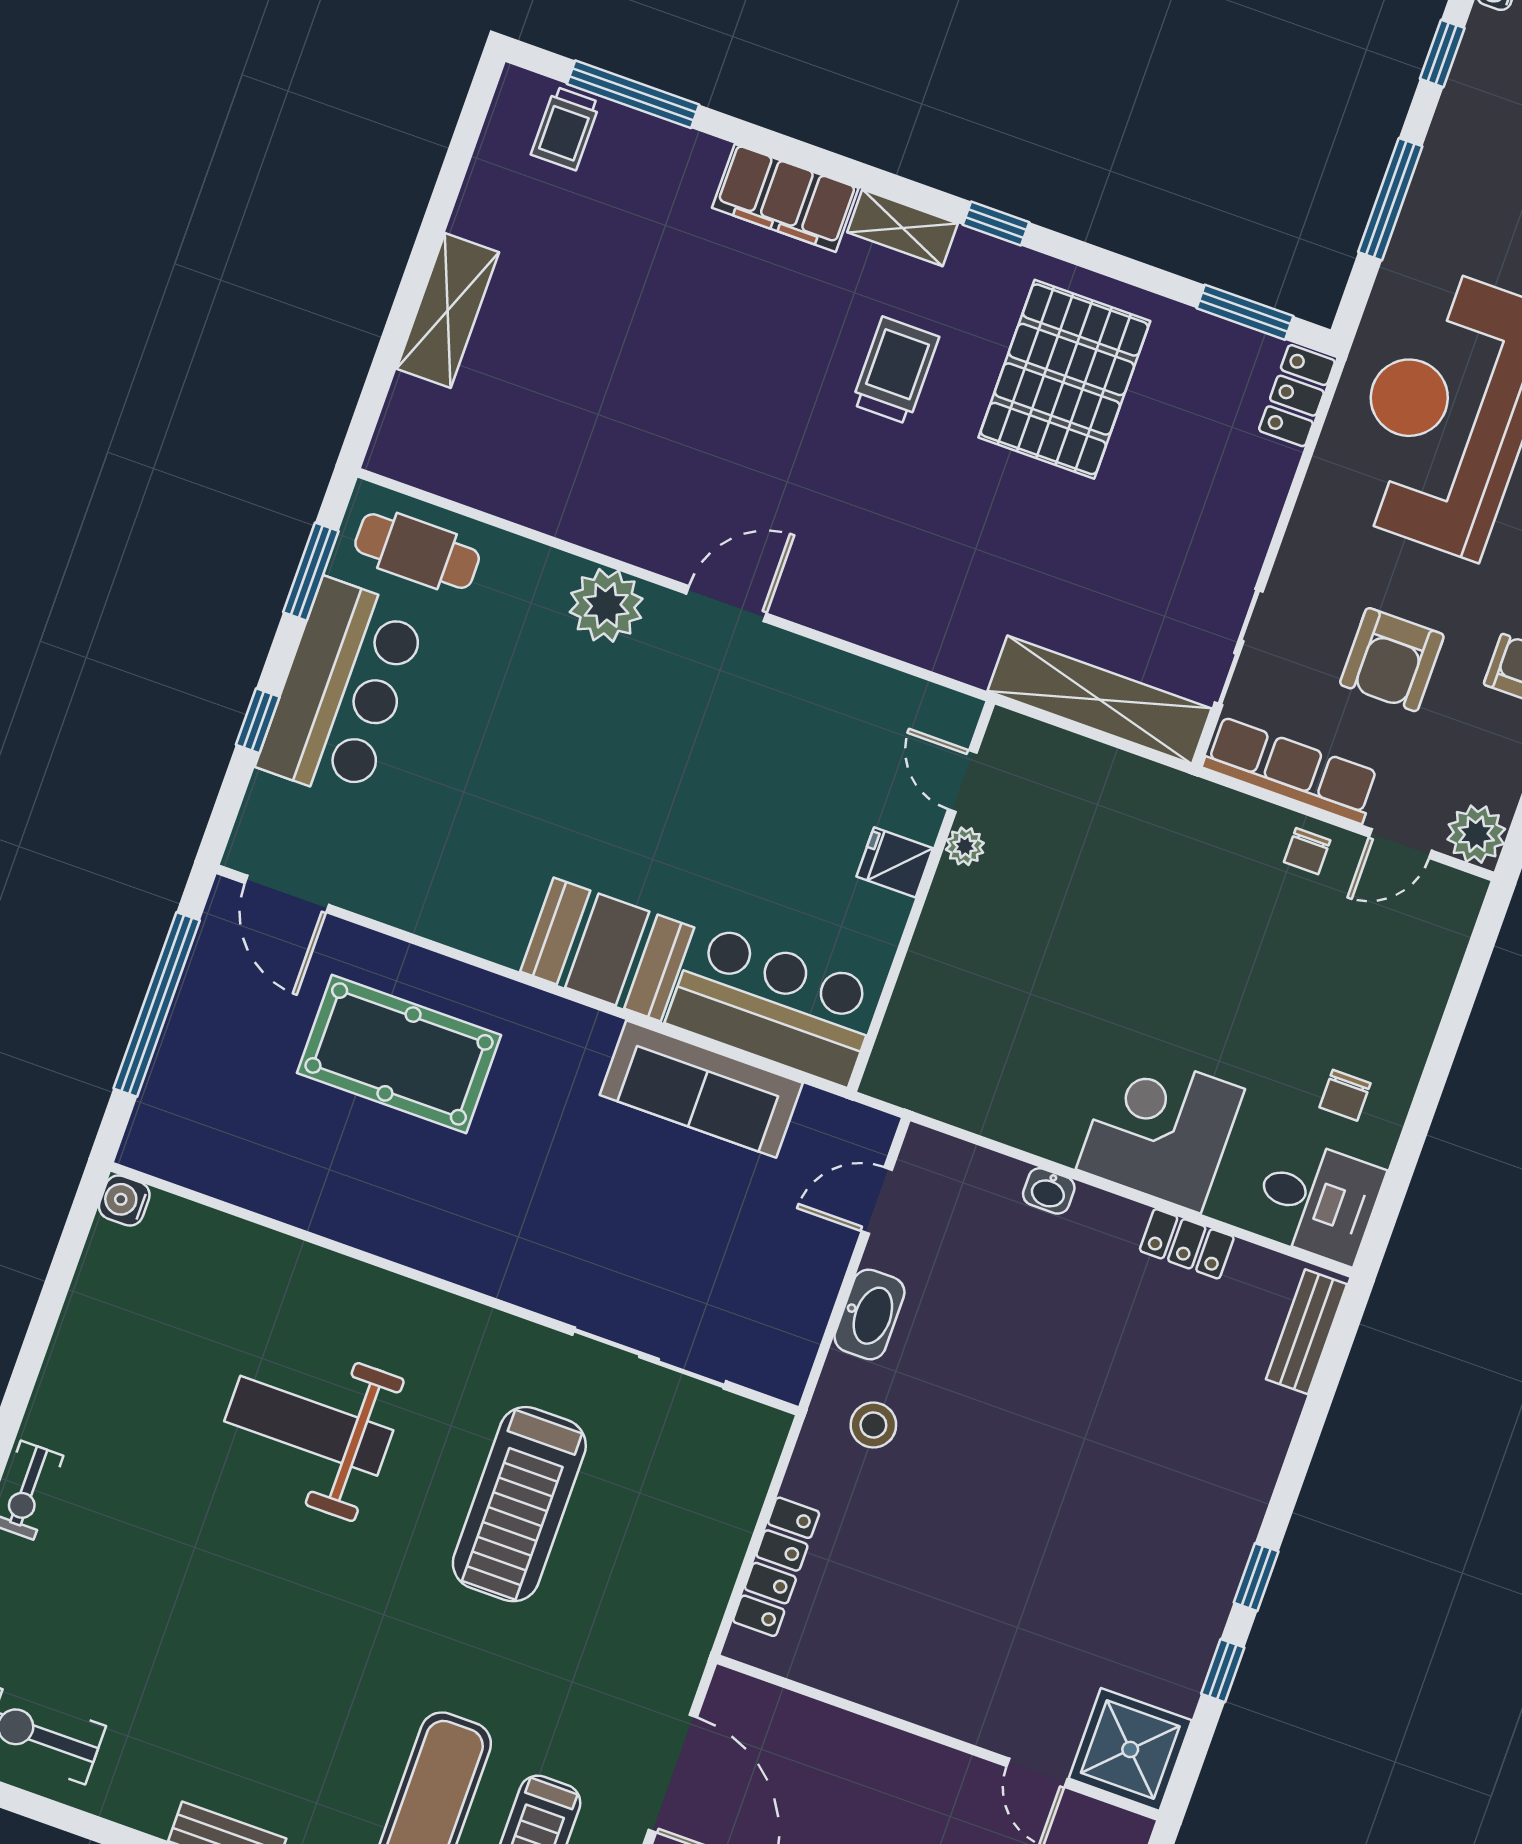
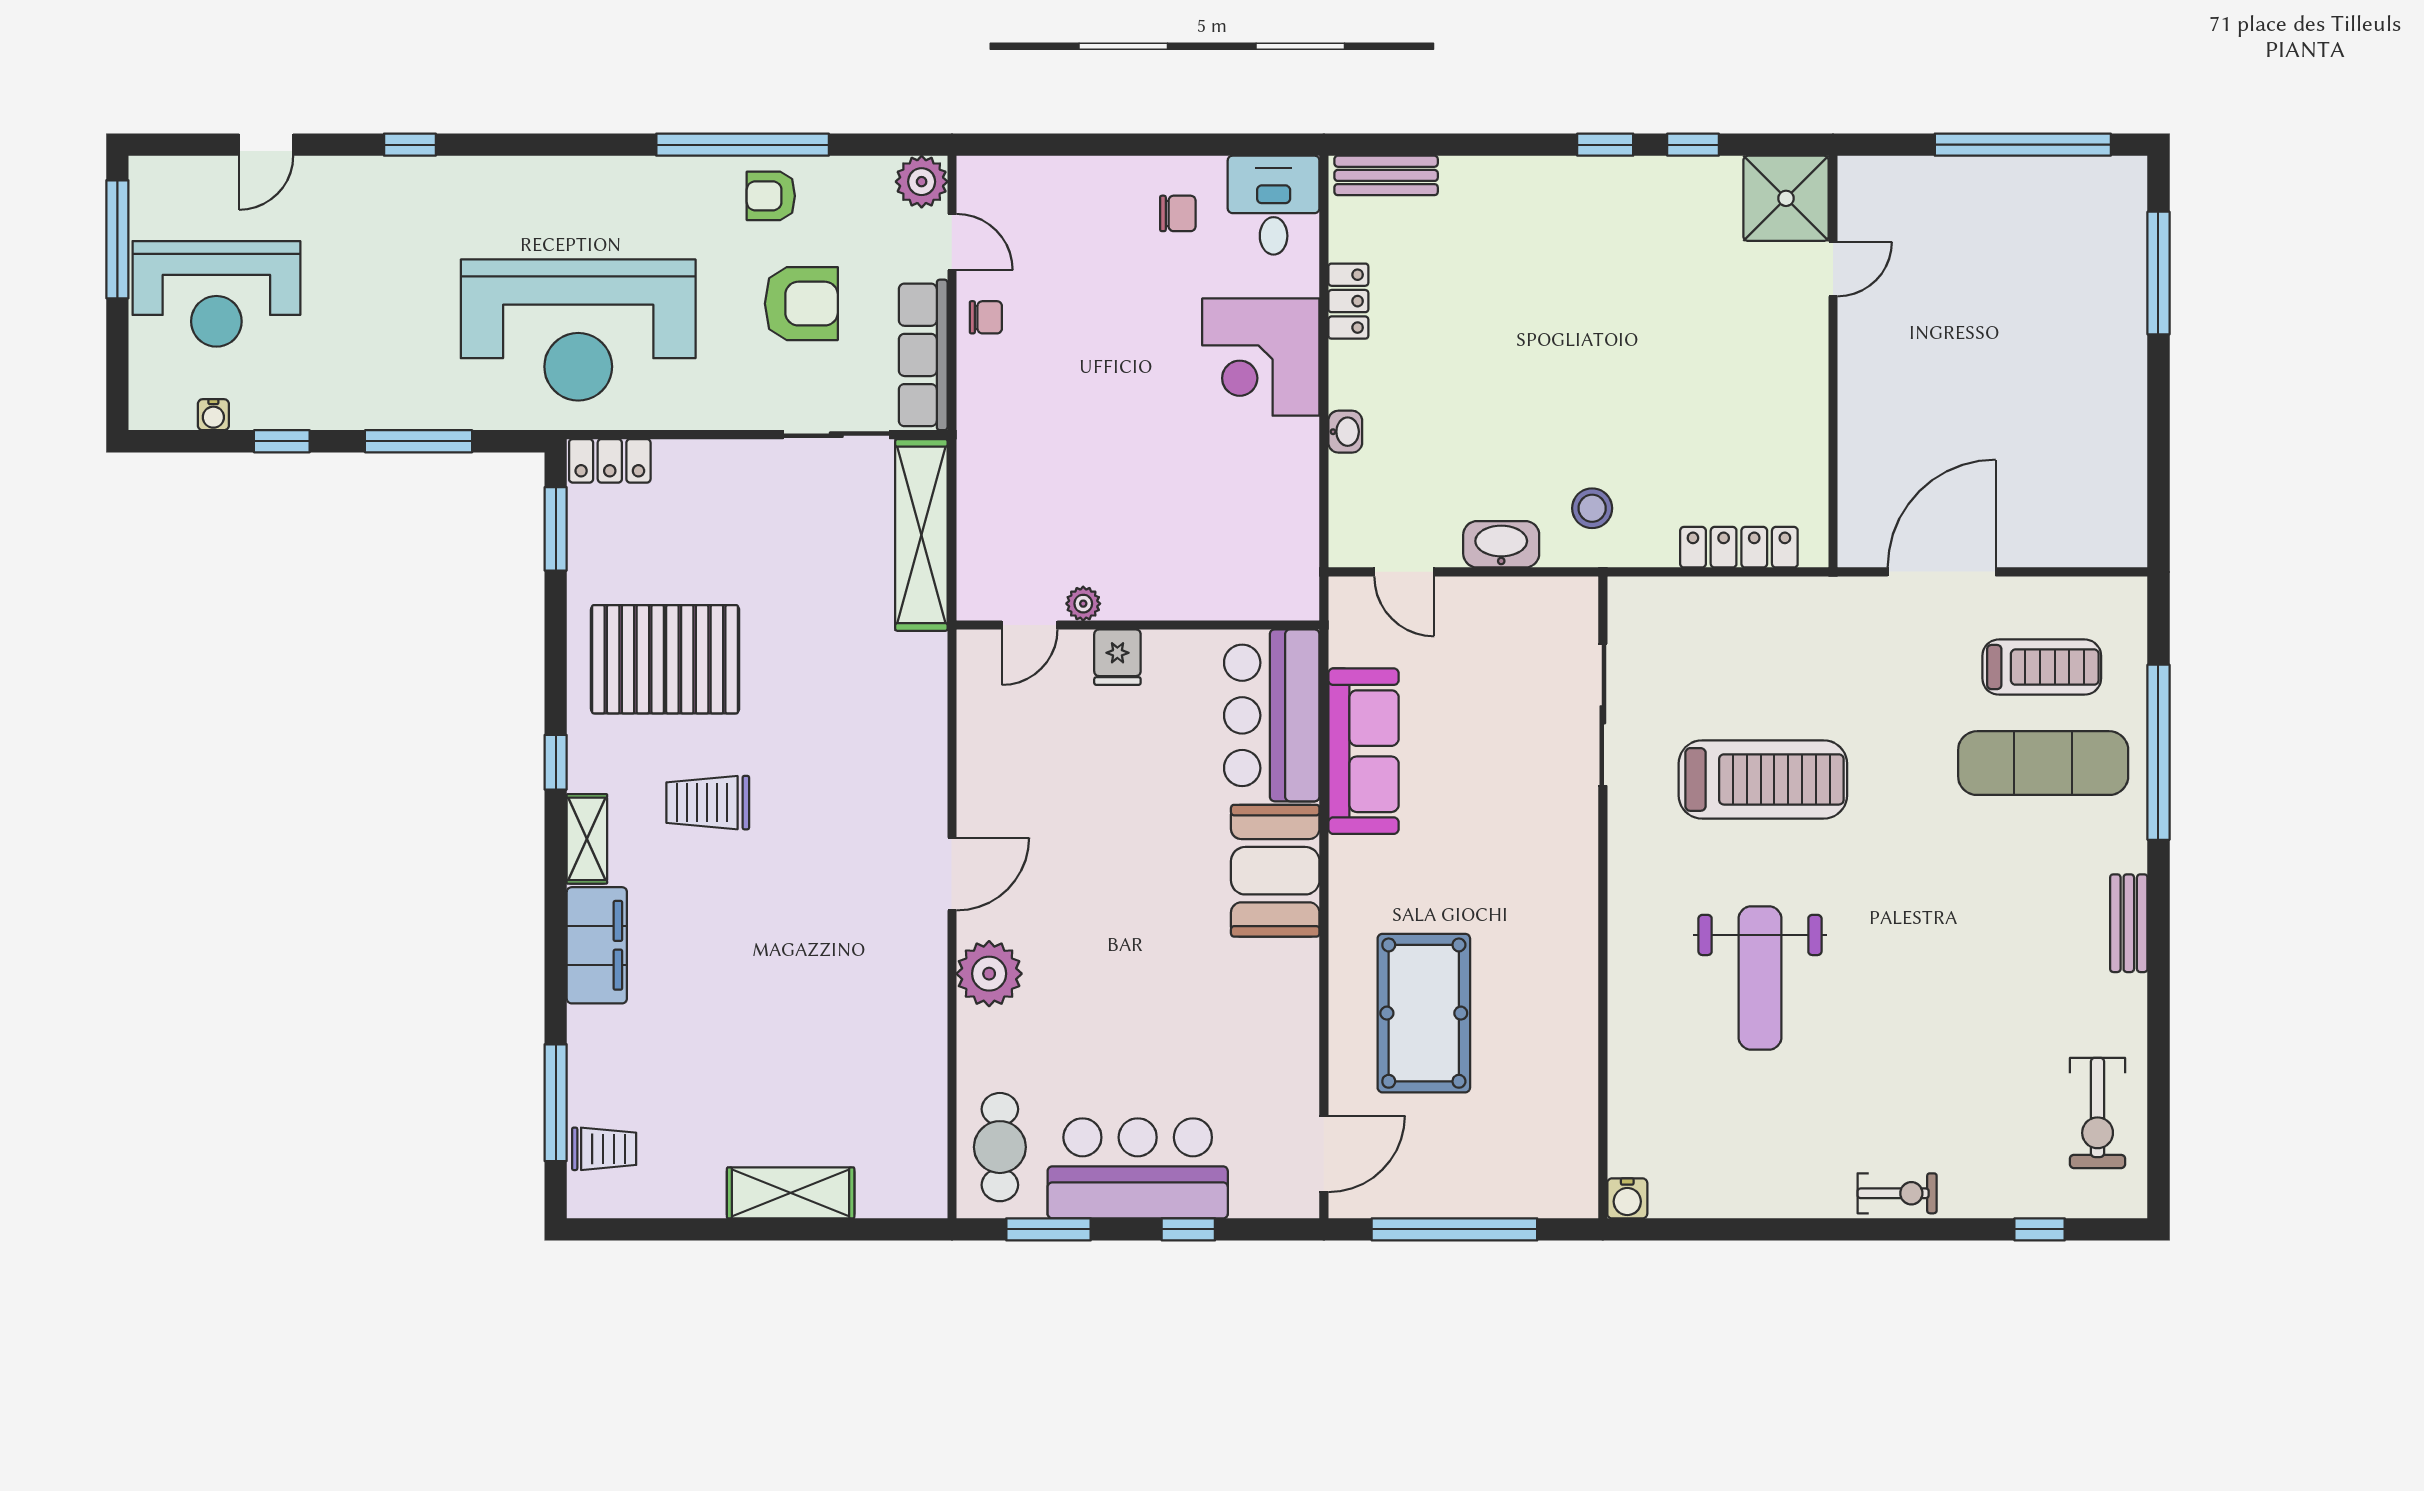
door: (726, 604) -> (952, 874), swing flipped

